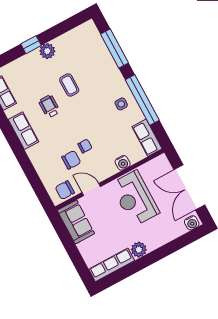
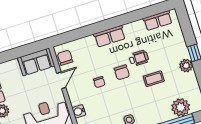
plant: (96, 48) -> (181, 107), added
row of seats: (23, 131) -> (110, 36), moved
chair: (71, 160) -> (122, 72), moved

